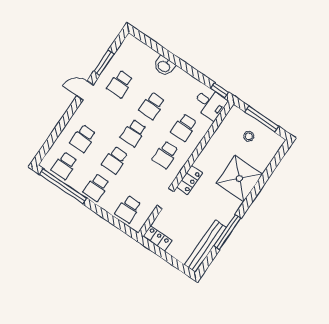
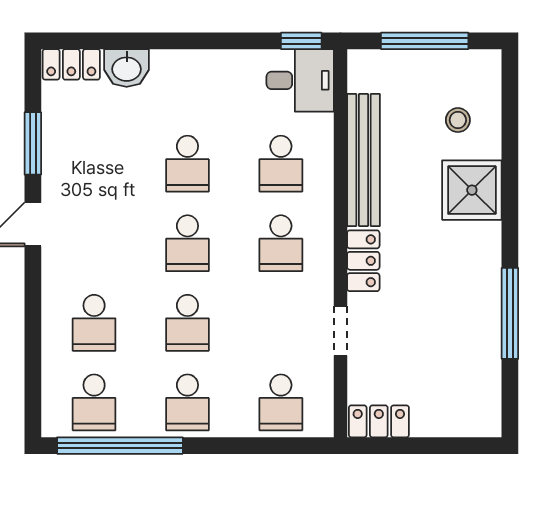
locker: (135, 45) -> (71, 64), added
washbasin: (164, 66) -> (127, 68), moved
school desk: (120, 84) -> (94, 164), removed
stool: (249, 136) -> (458, 120), moved
shower: (239, 179) -> (472, 190), width x0.73, depth x0.73
bench: (205, 246) -> (363, 160), moved

